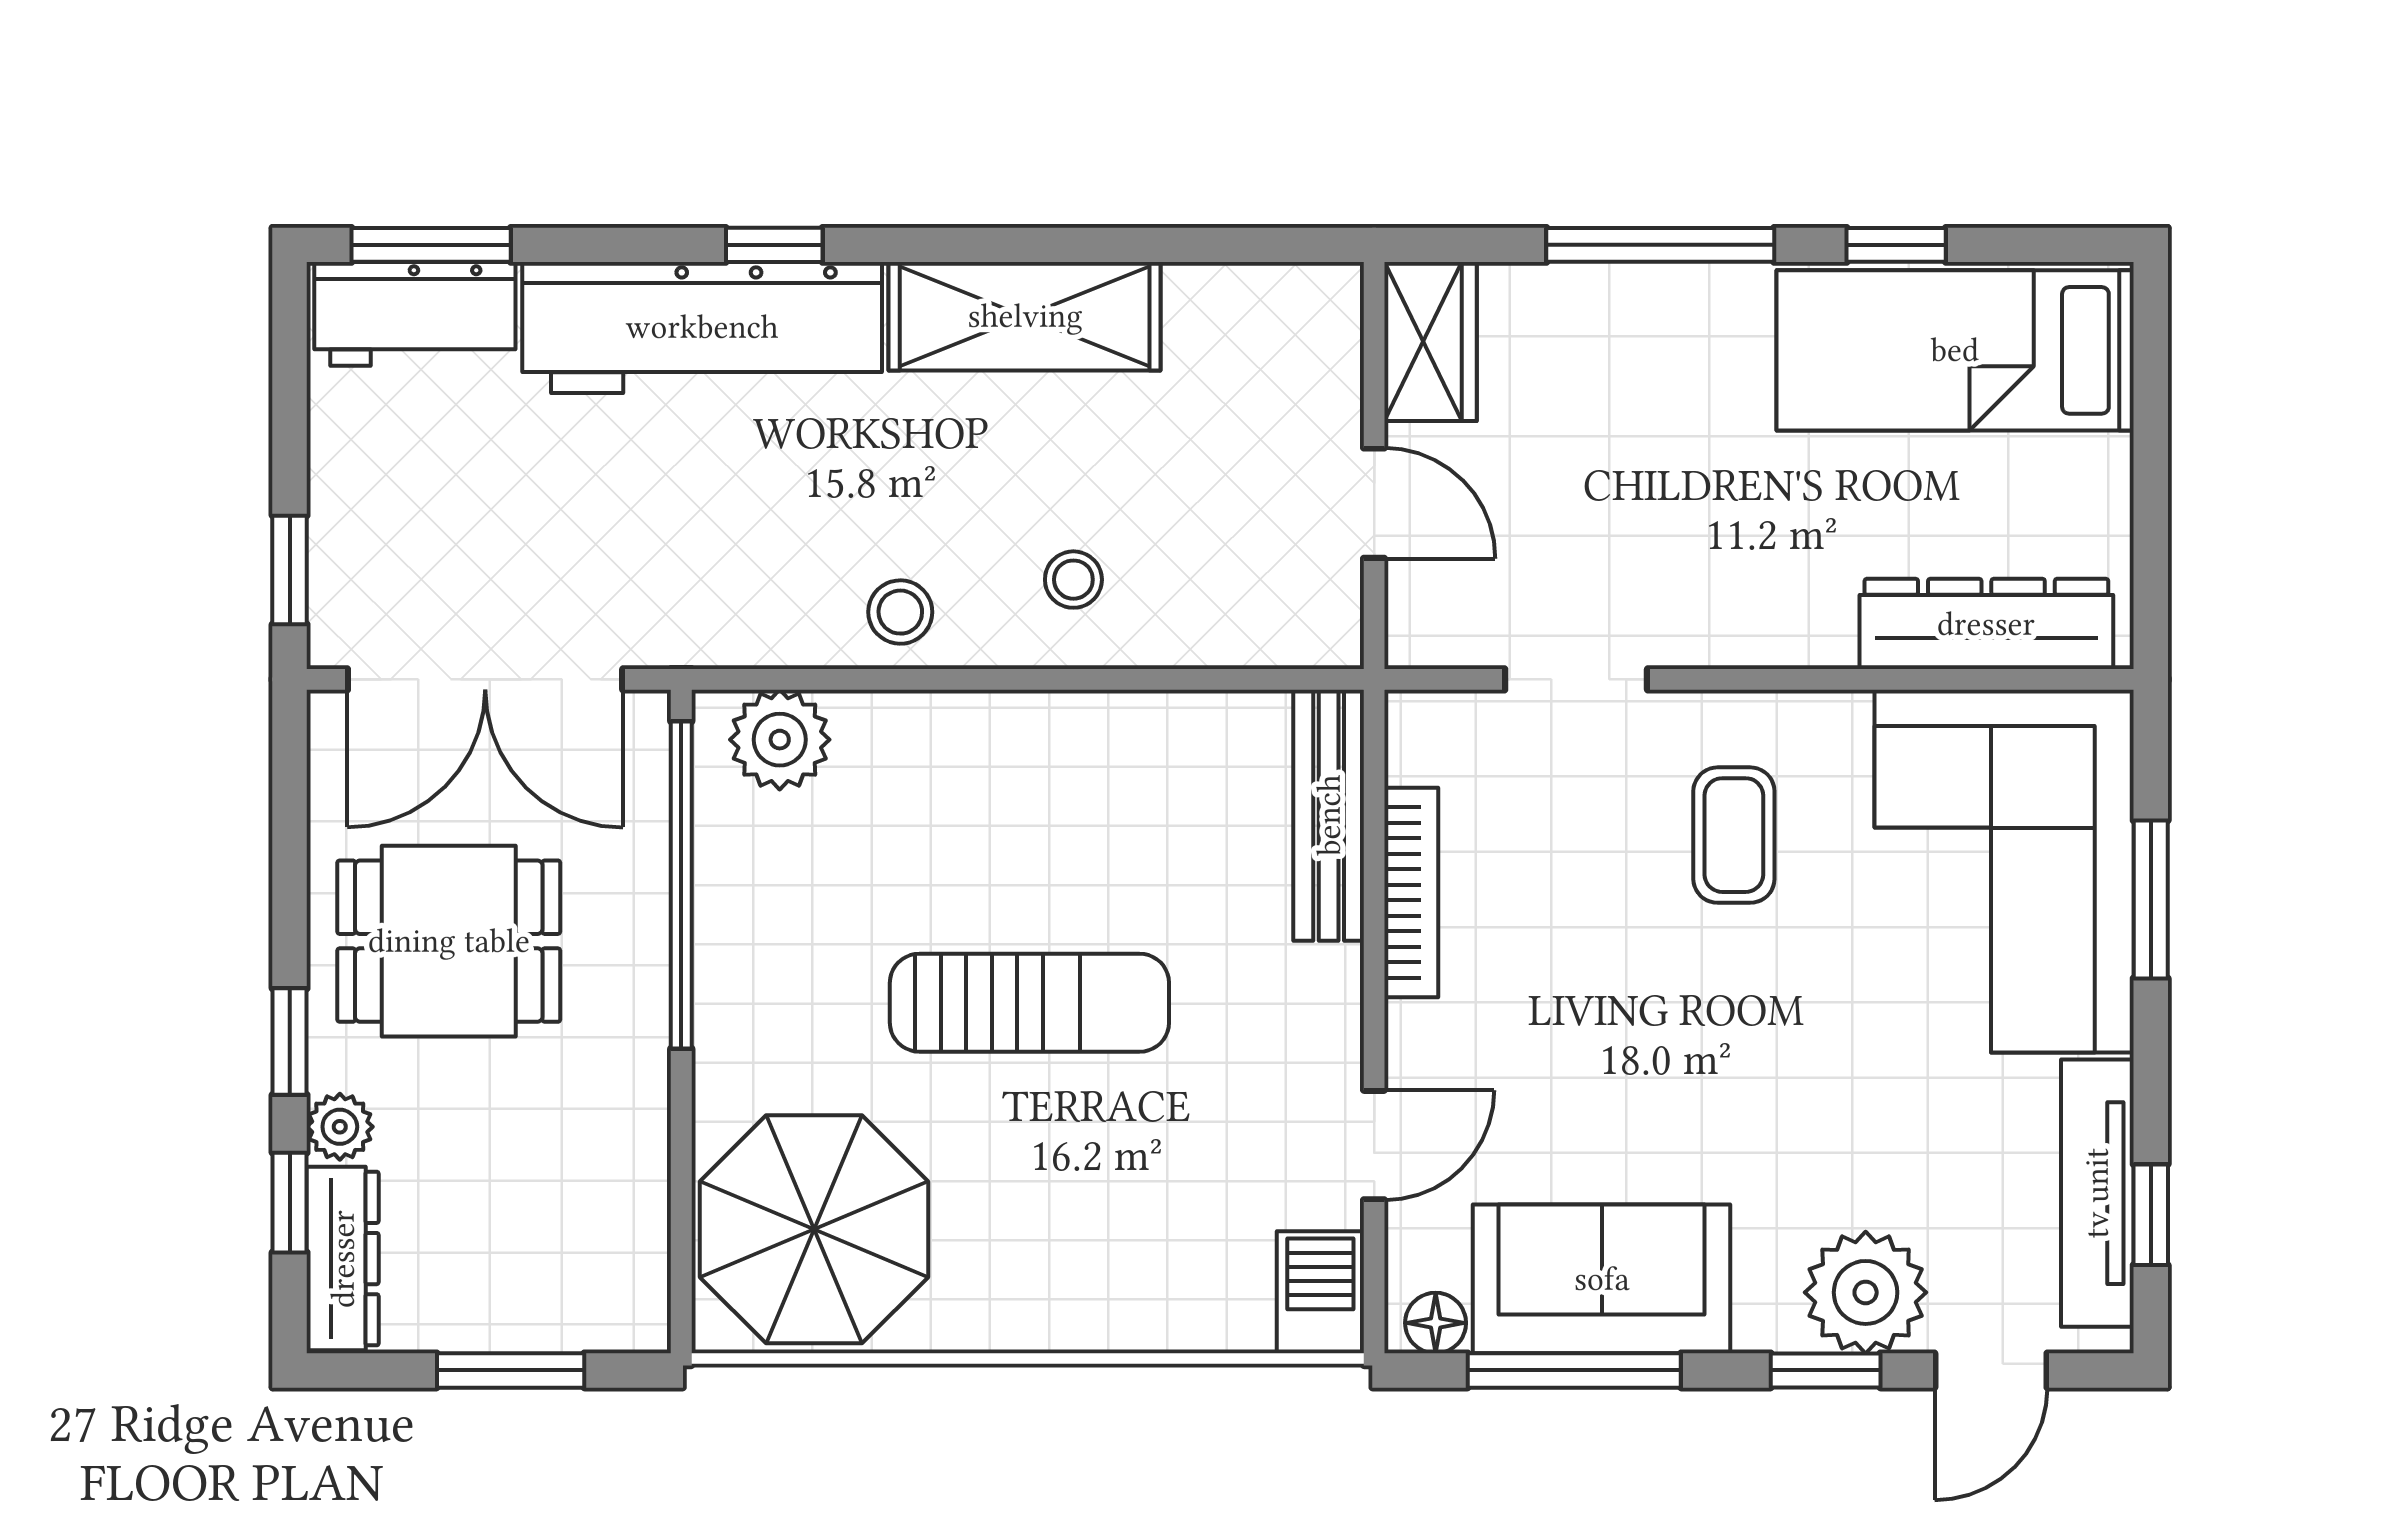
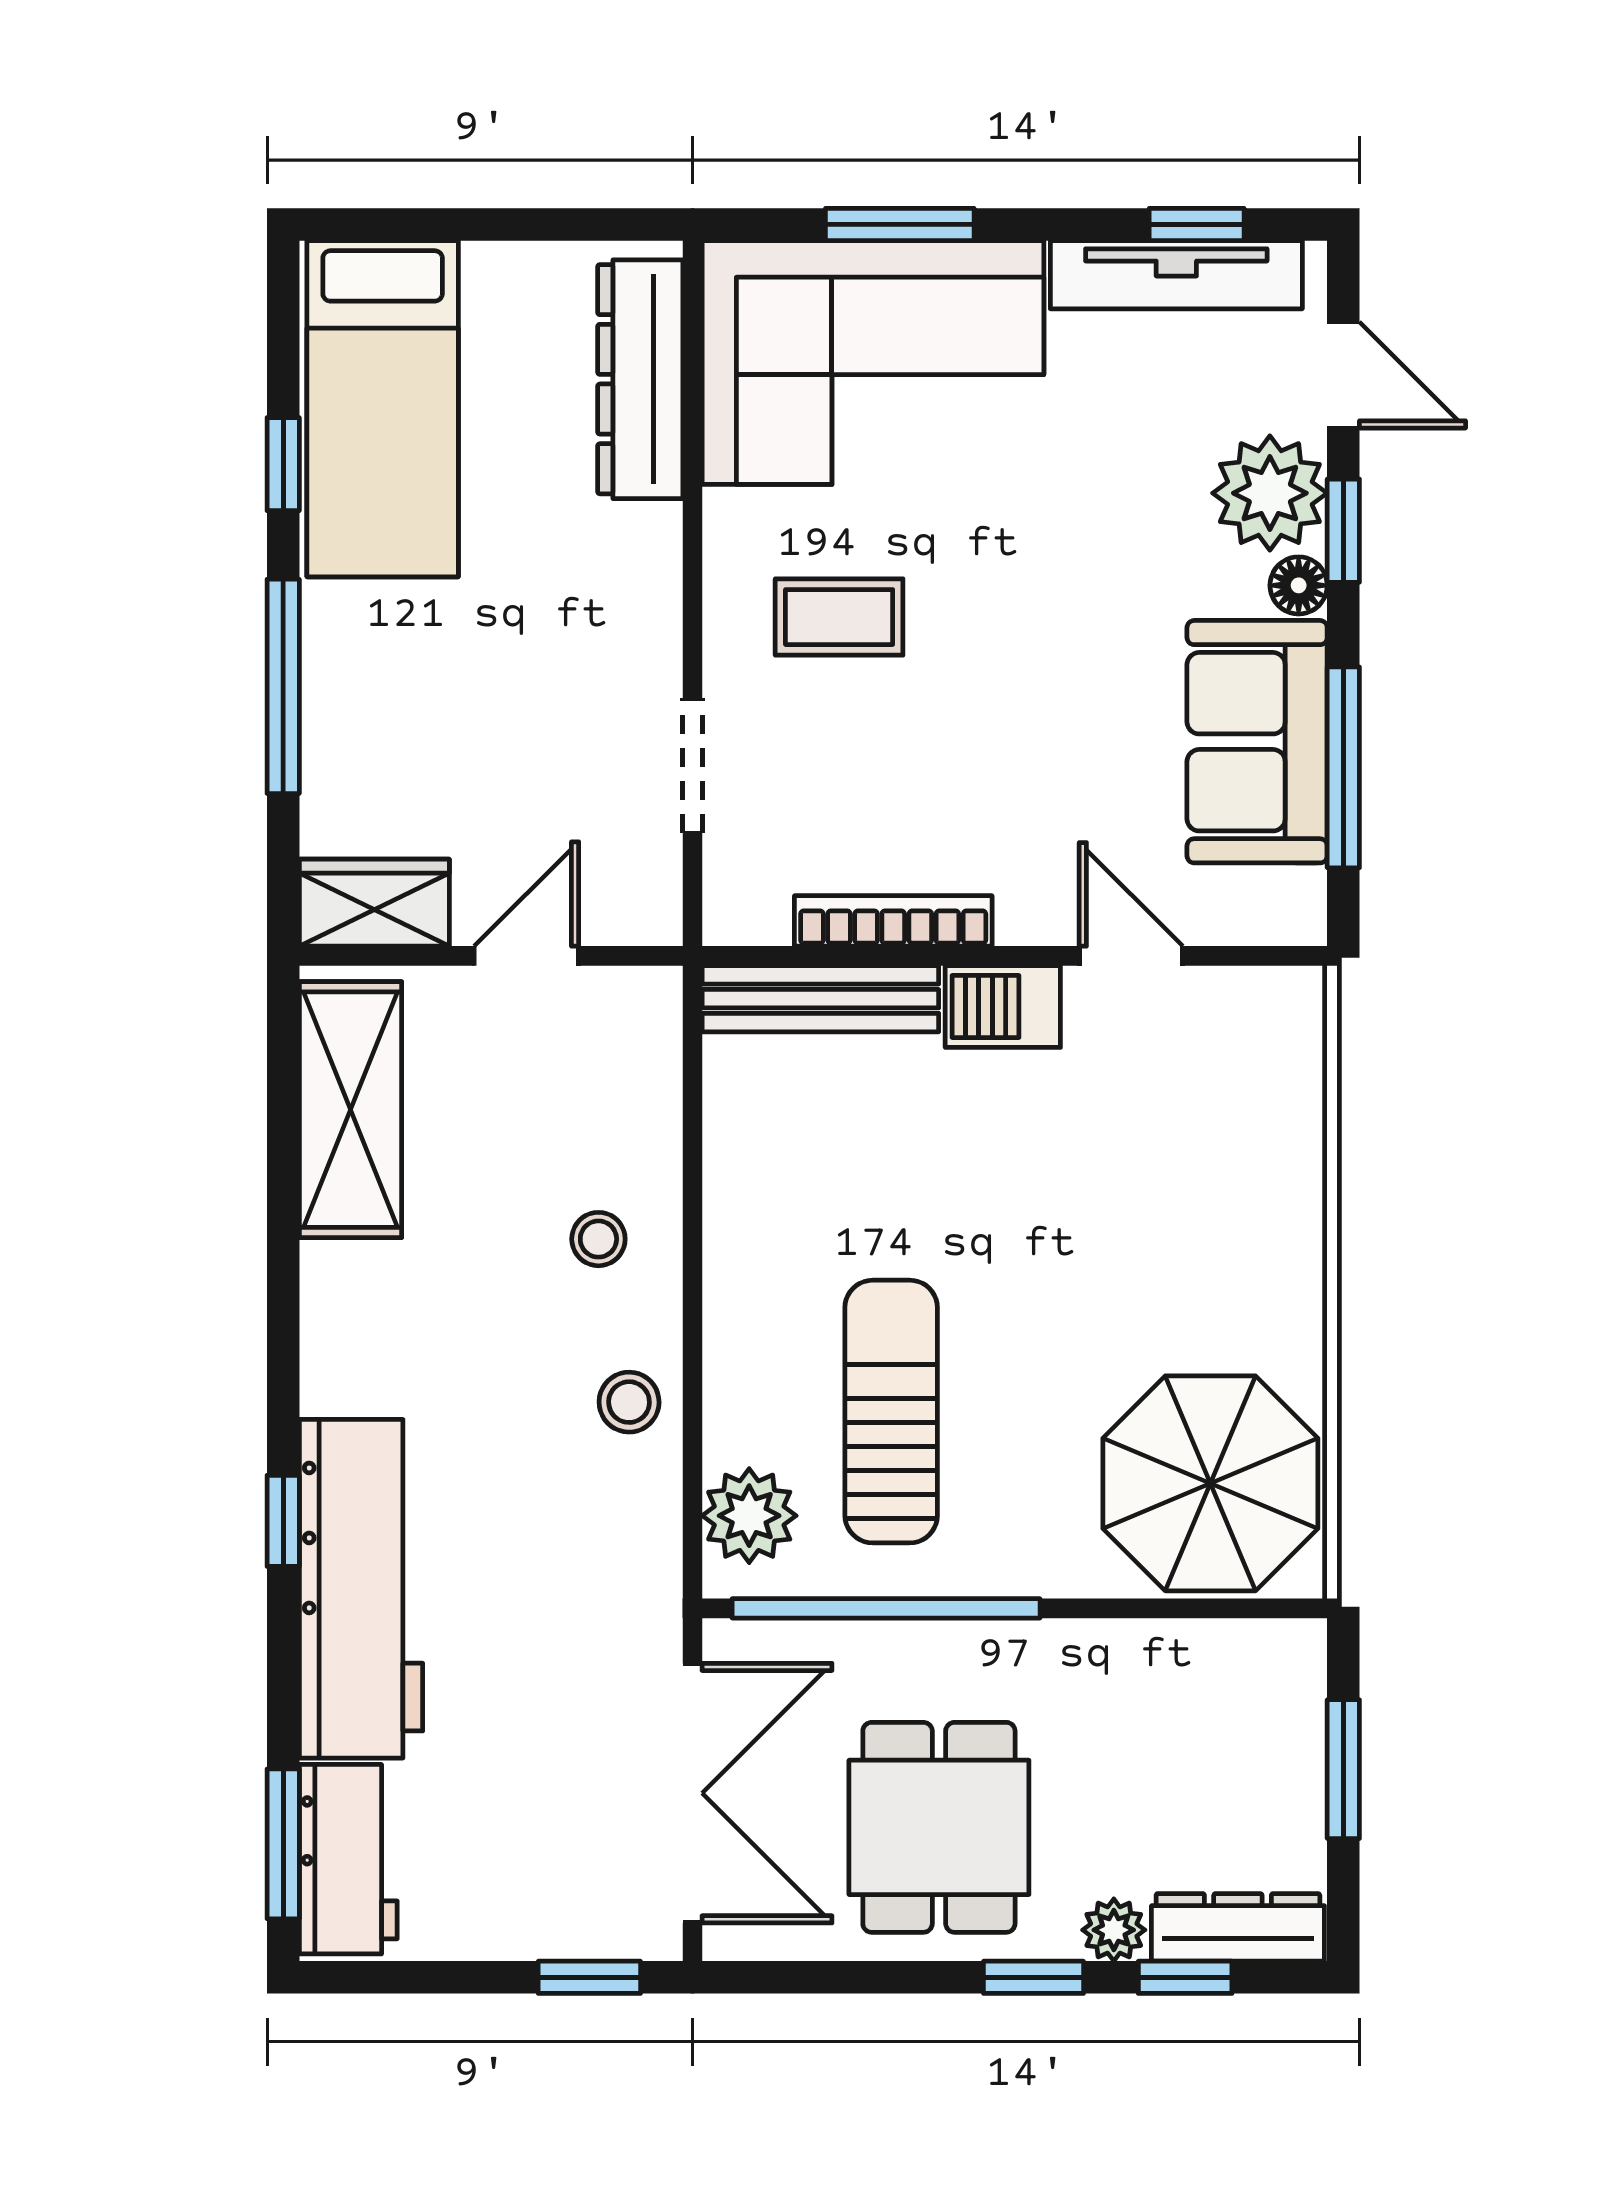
shelving: (1025, 316) -> (350, 1110), moved
sun lounger: (1029, 1003) -> (891, 1412), moved
barbecue: (1320, 1292) -> (1003, 1006), moved
floor lamp: (1436, 1323) -> (1299, 585), moved

